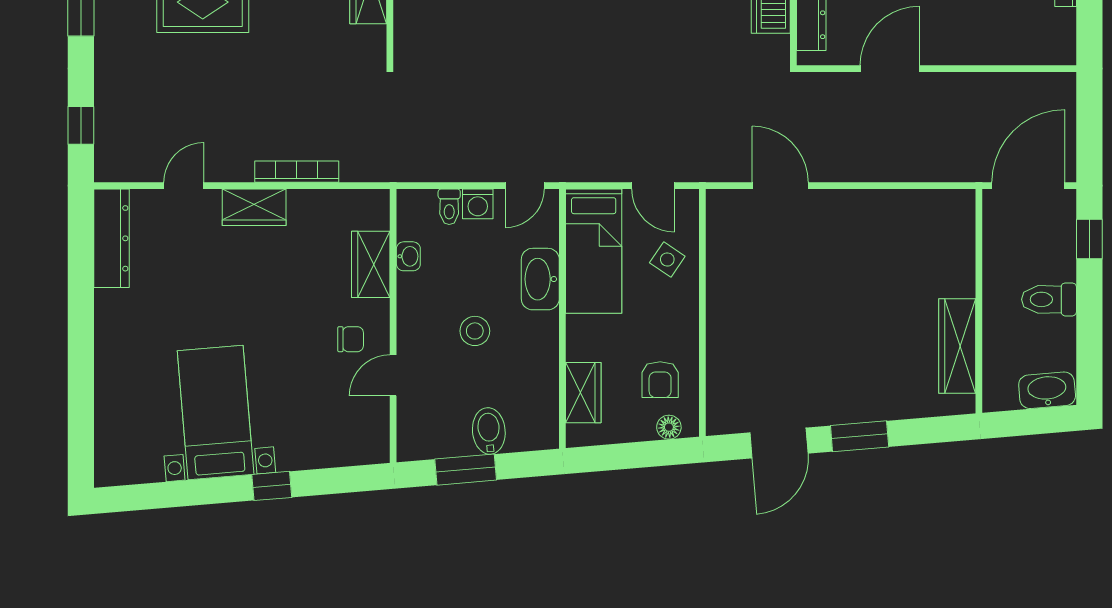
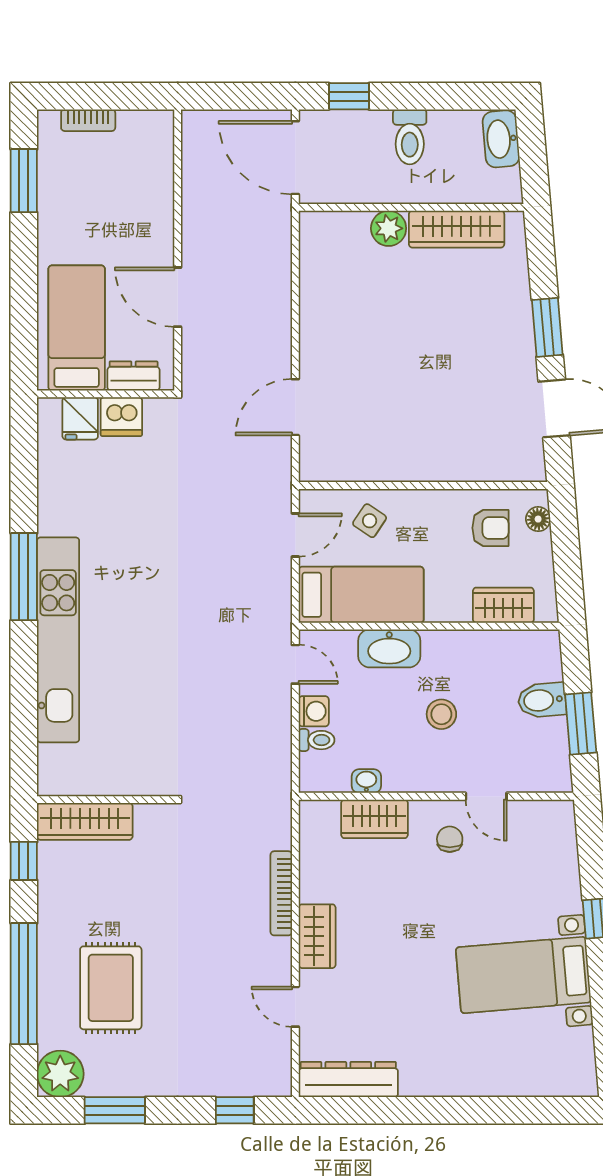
plant: (958, 278) -> (389, 228), added

